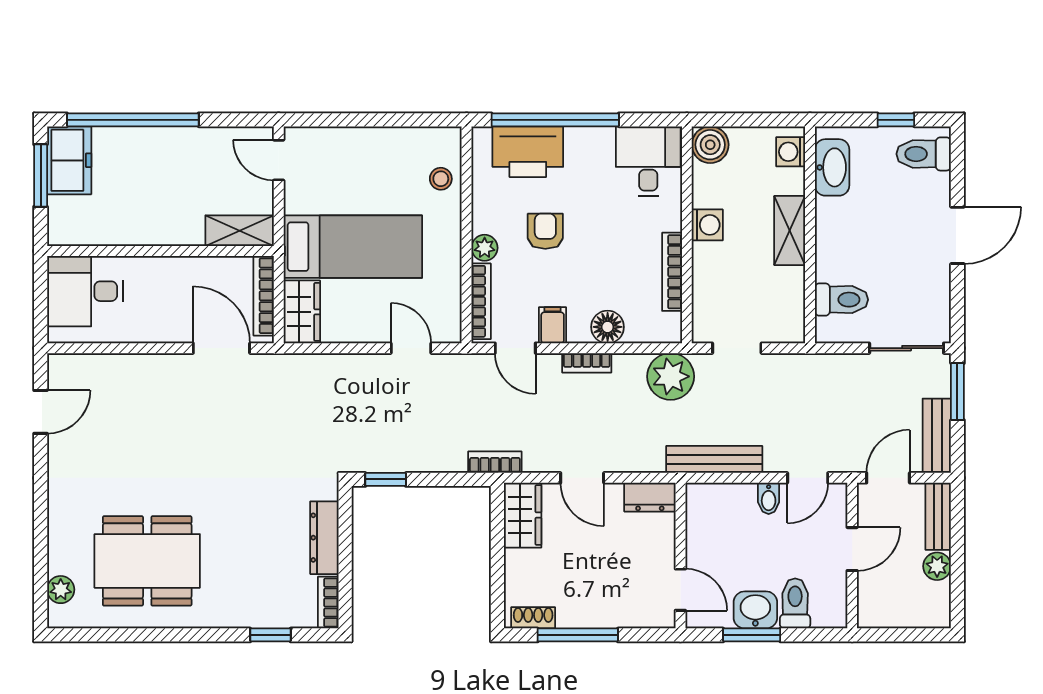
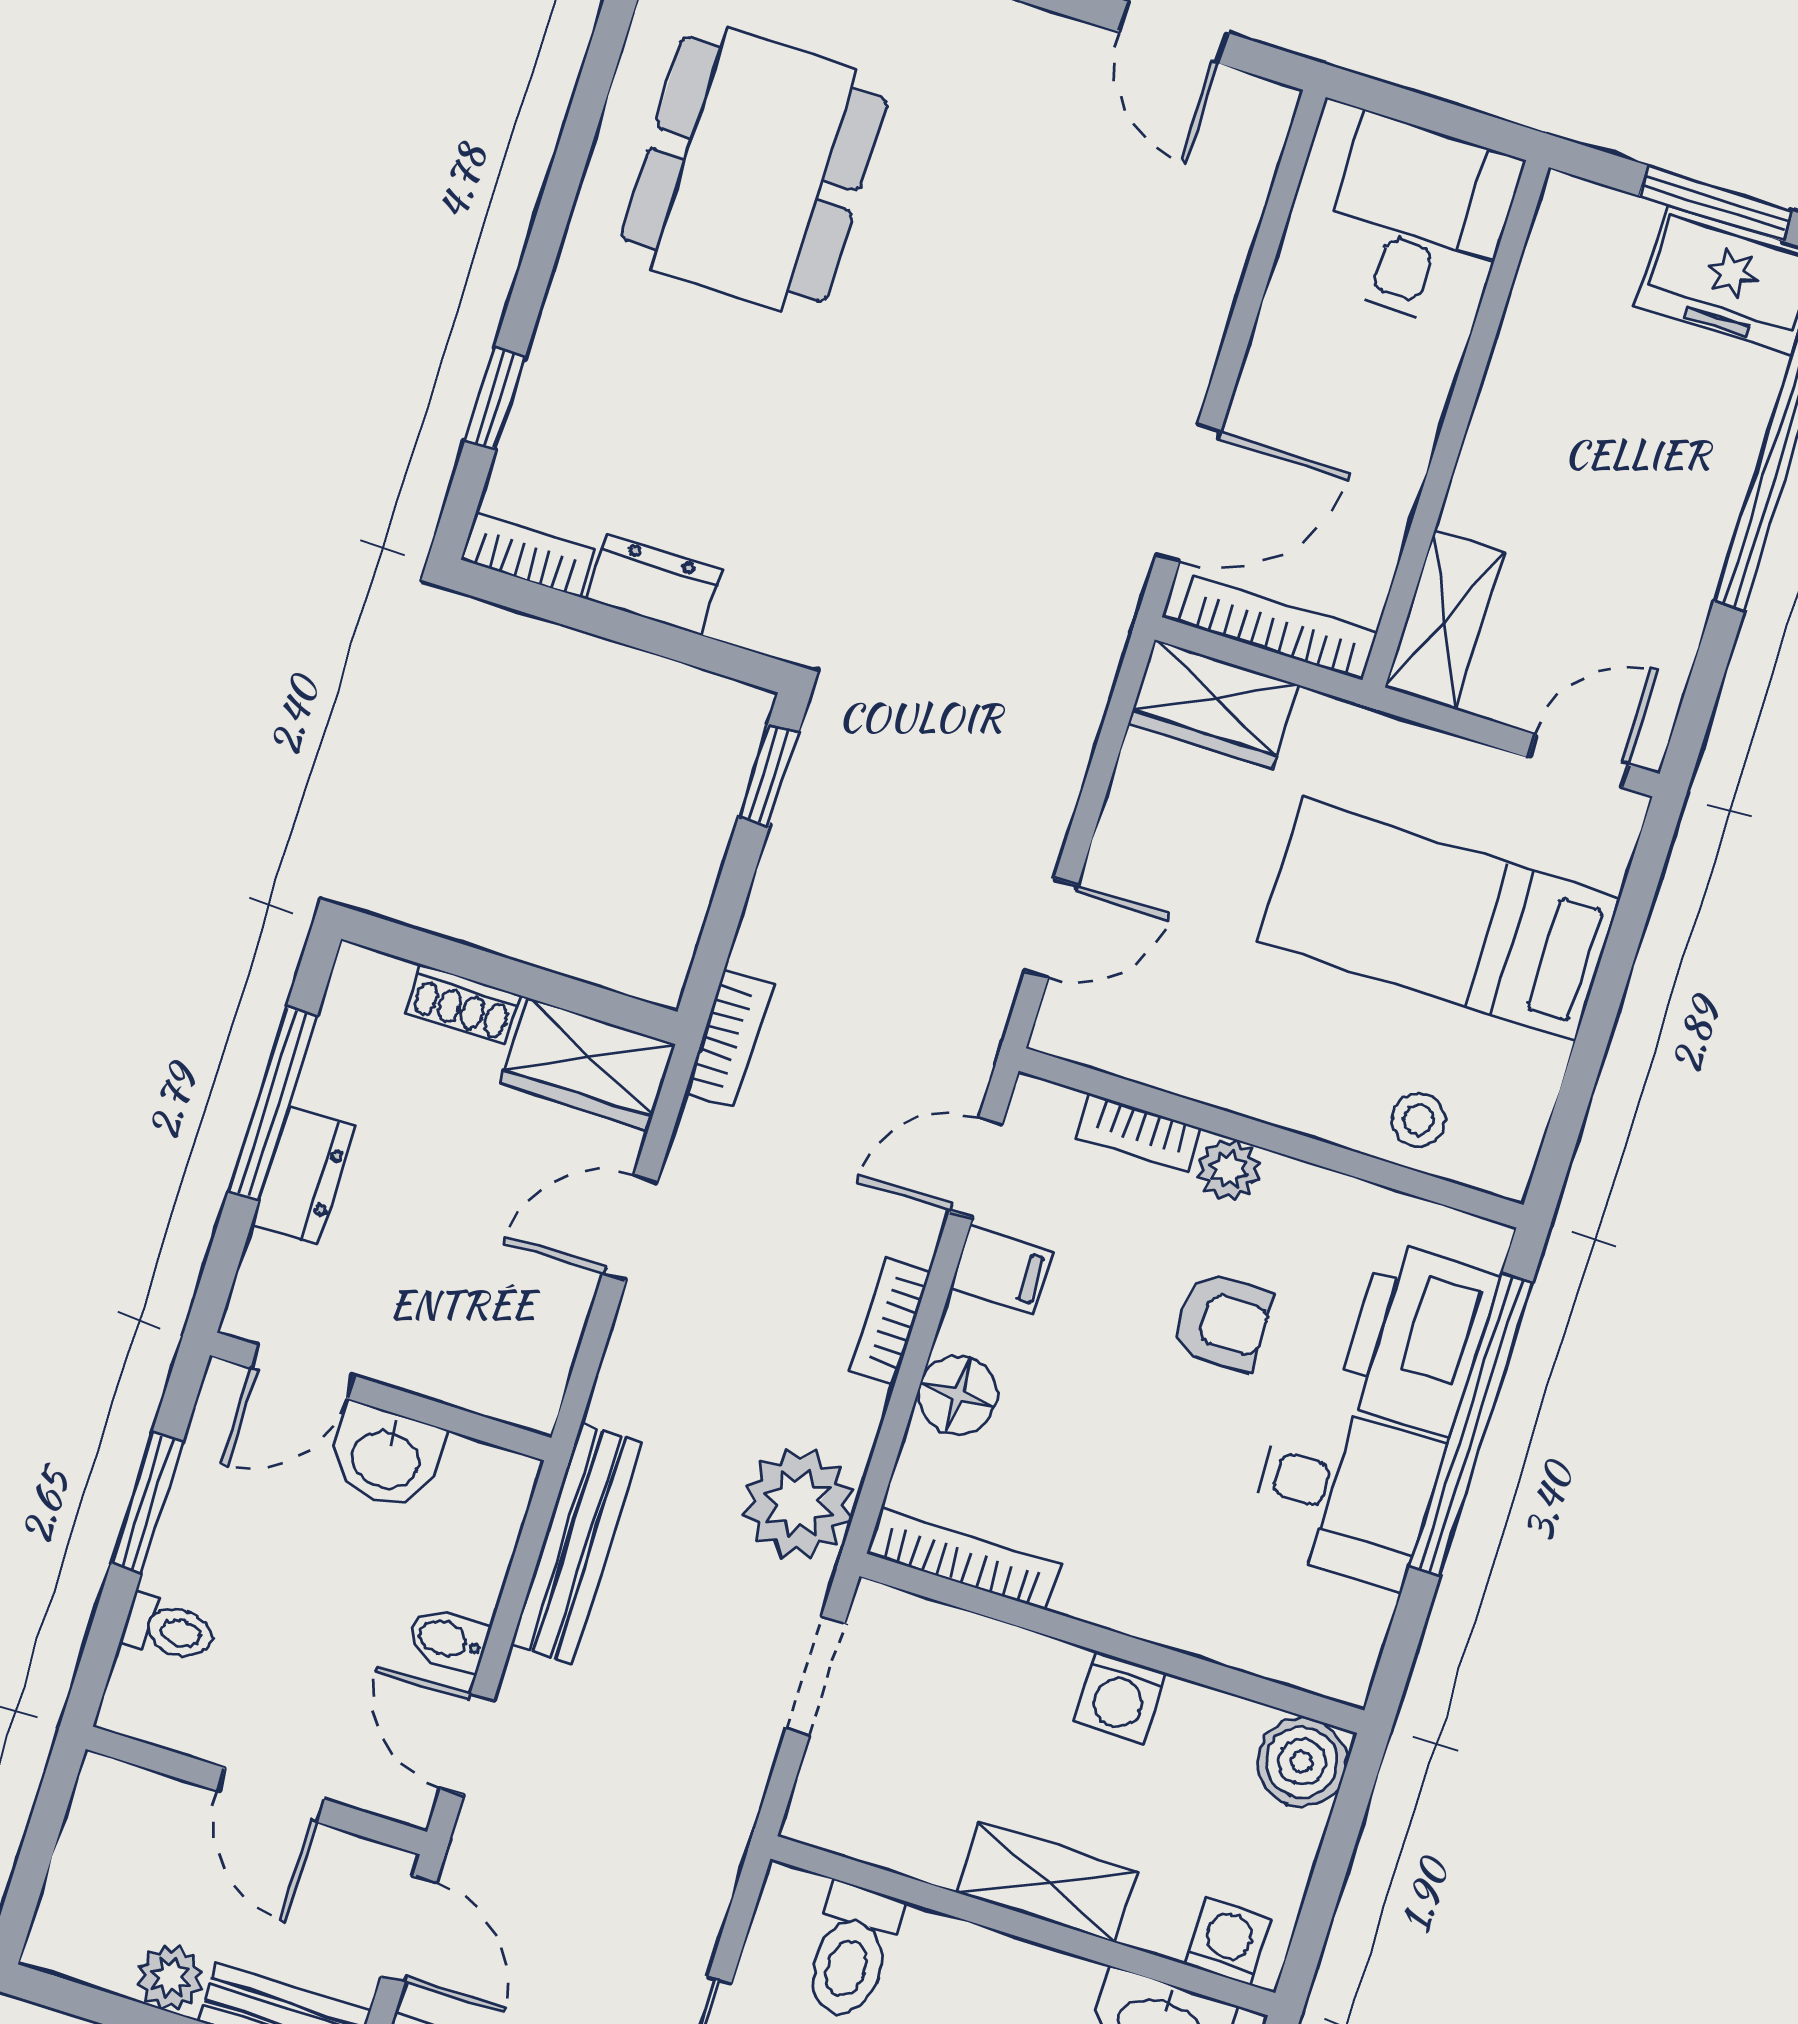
desk: (648, 161) -> (1345, 1493), moved
bed: (353, 247) -> (1439, 919), moved, turned 90
bookcase: (672, 272) -> (963, 1559), moved
bookcase: (481, 301) -> (1139, 1133), width x0.64
dresser: (650, 497) -> (303, 1175), moved, turned 180
dresser: (324, 538) -> (654, 585), width x0.70
toilet: (795, 603) -> (169, 1629), width x0.73, depth x0.72
washbasin: (755, 610) -> (386, 1457), moved, turned 90
shoe rack: (533, 618) -> (463, 1004), moved, turned 90

